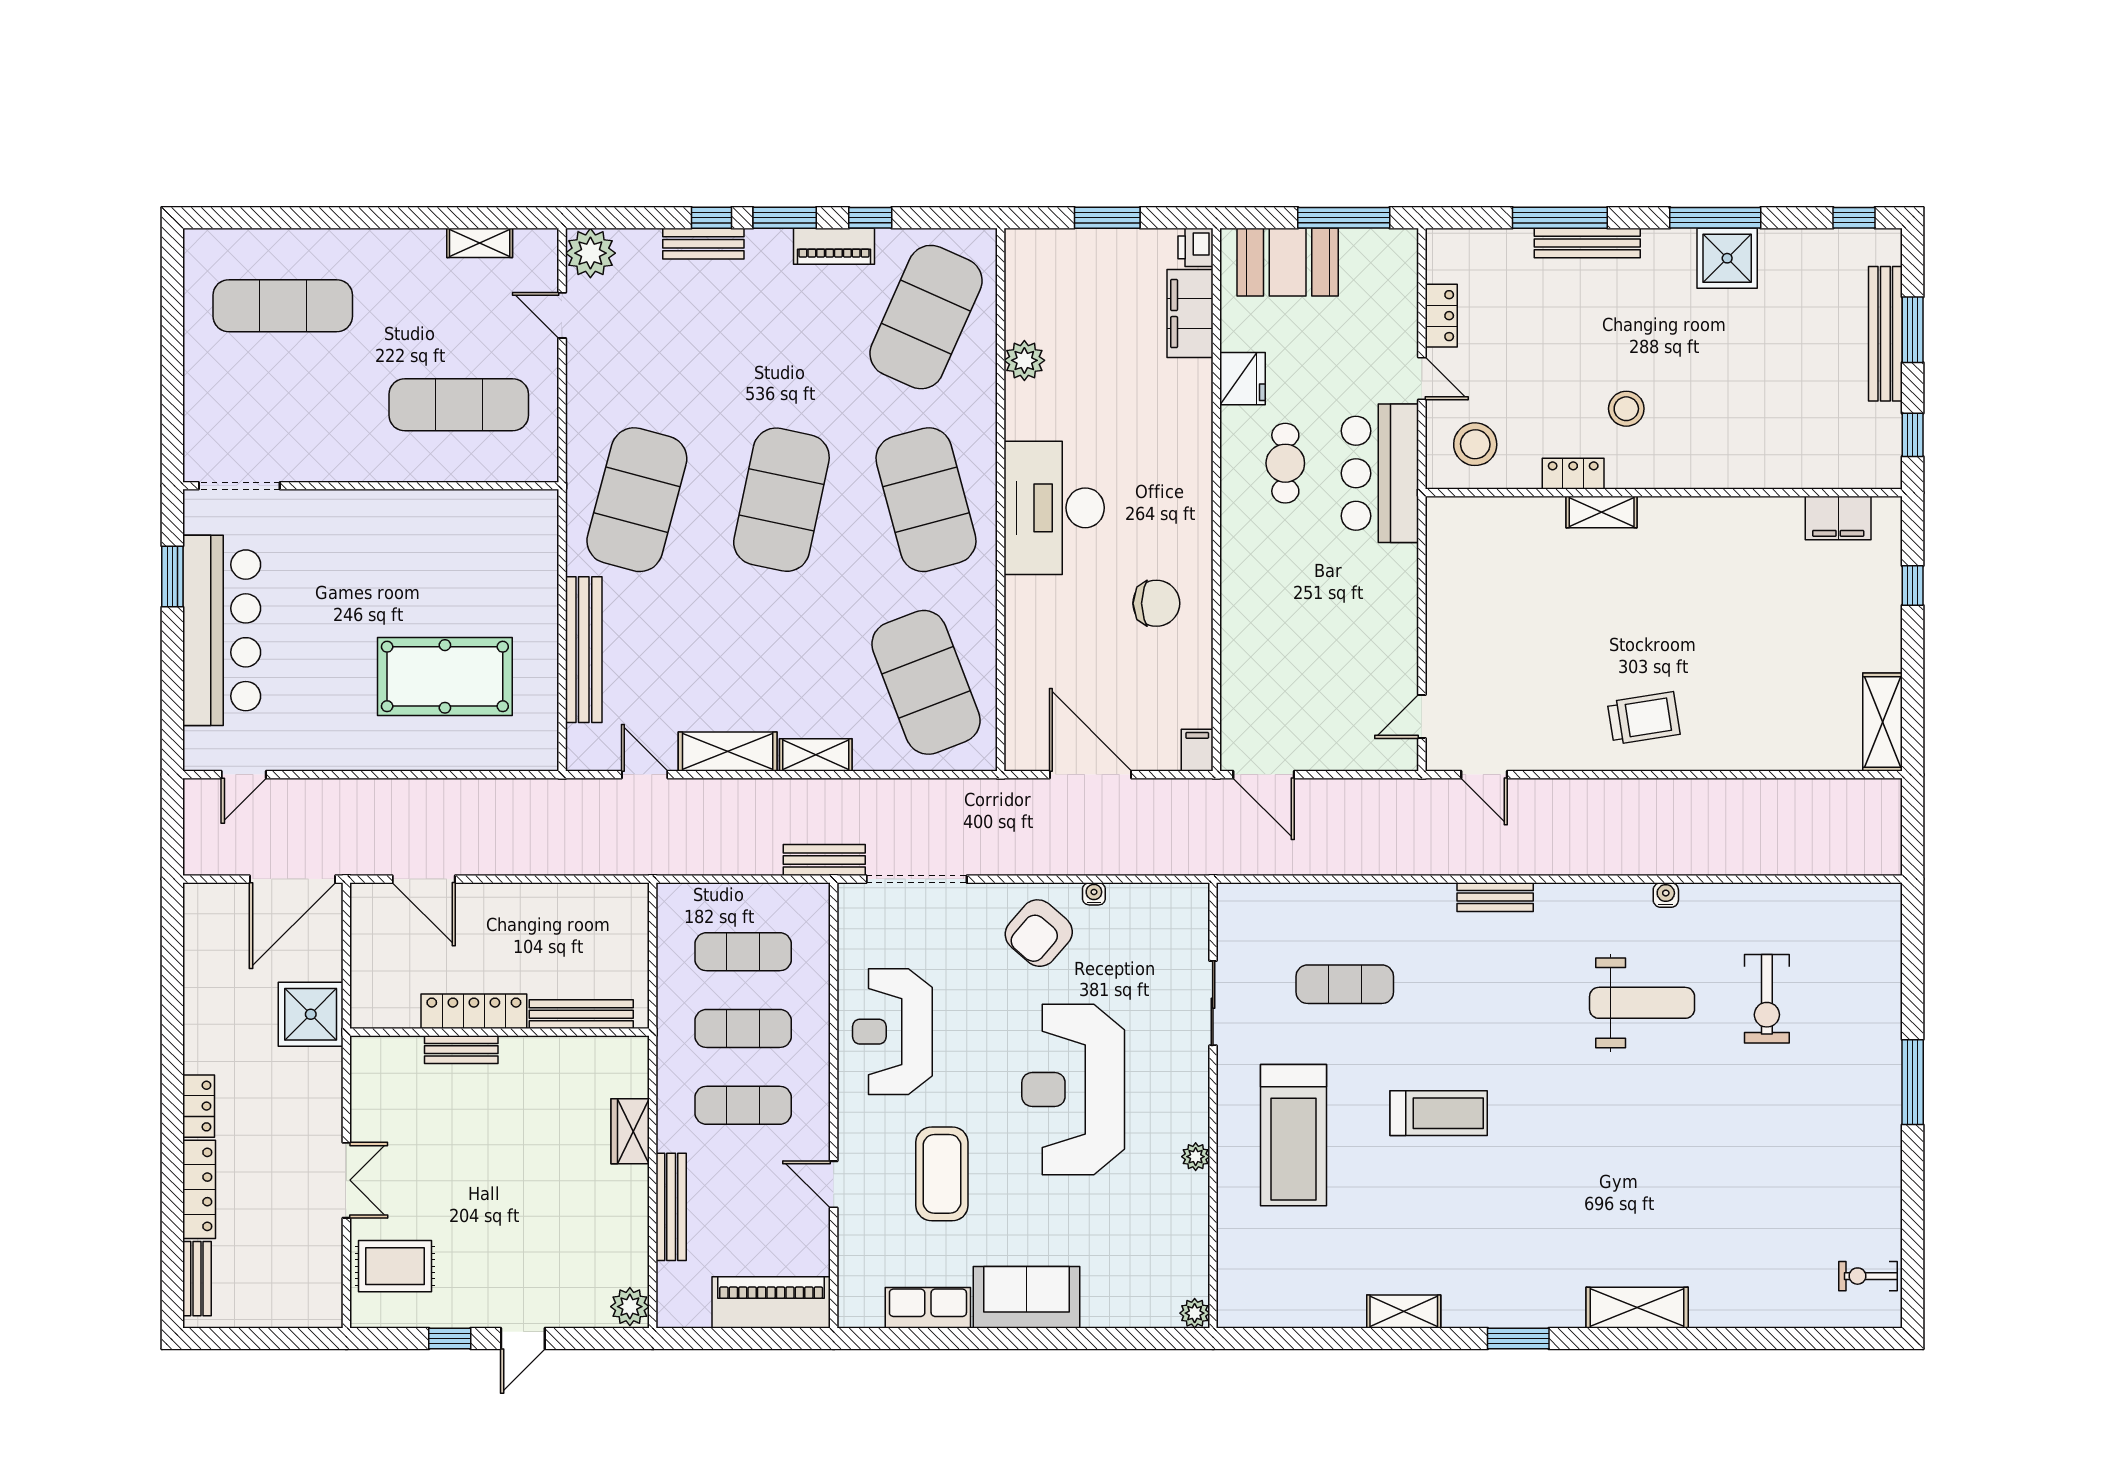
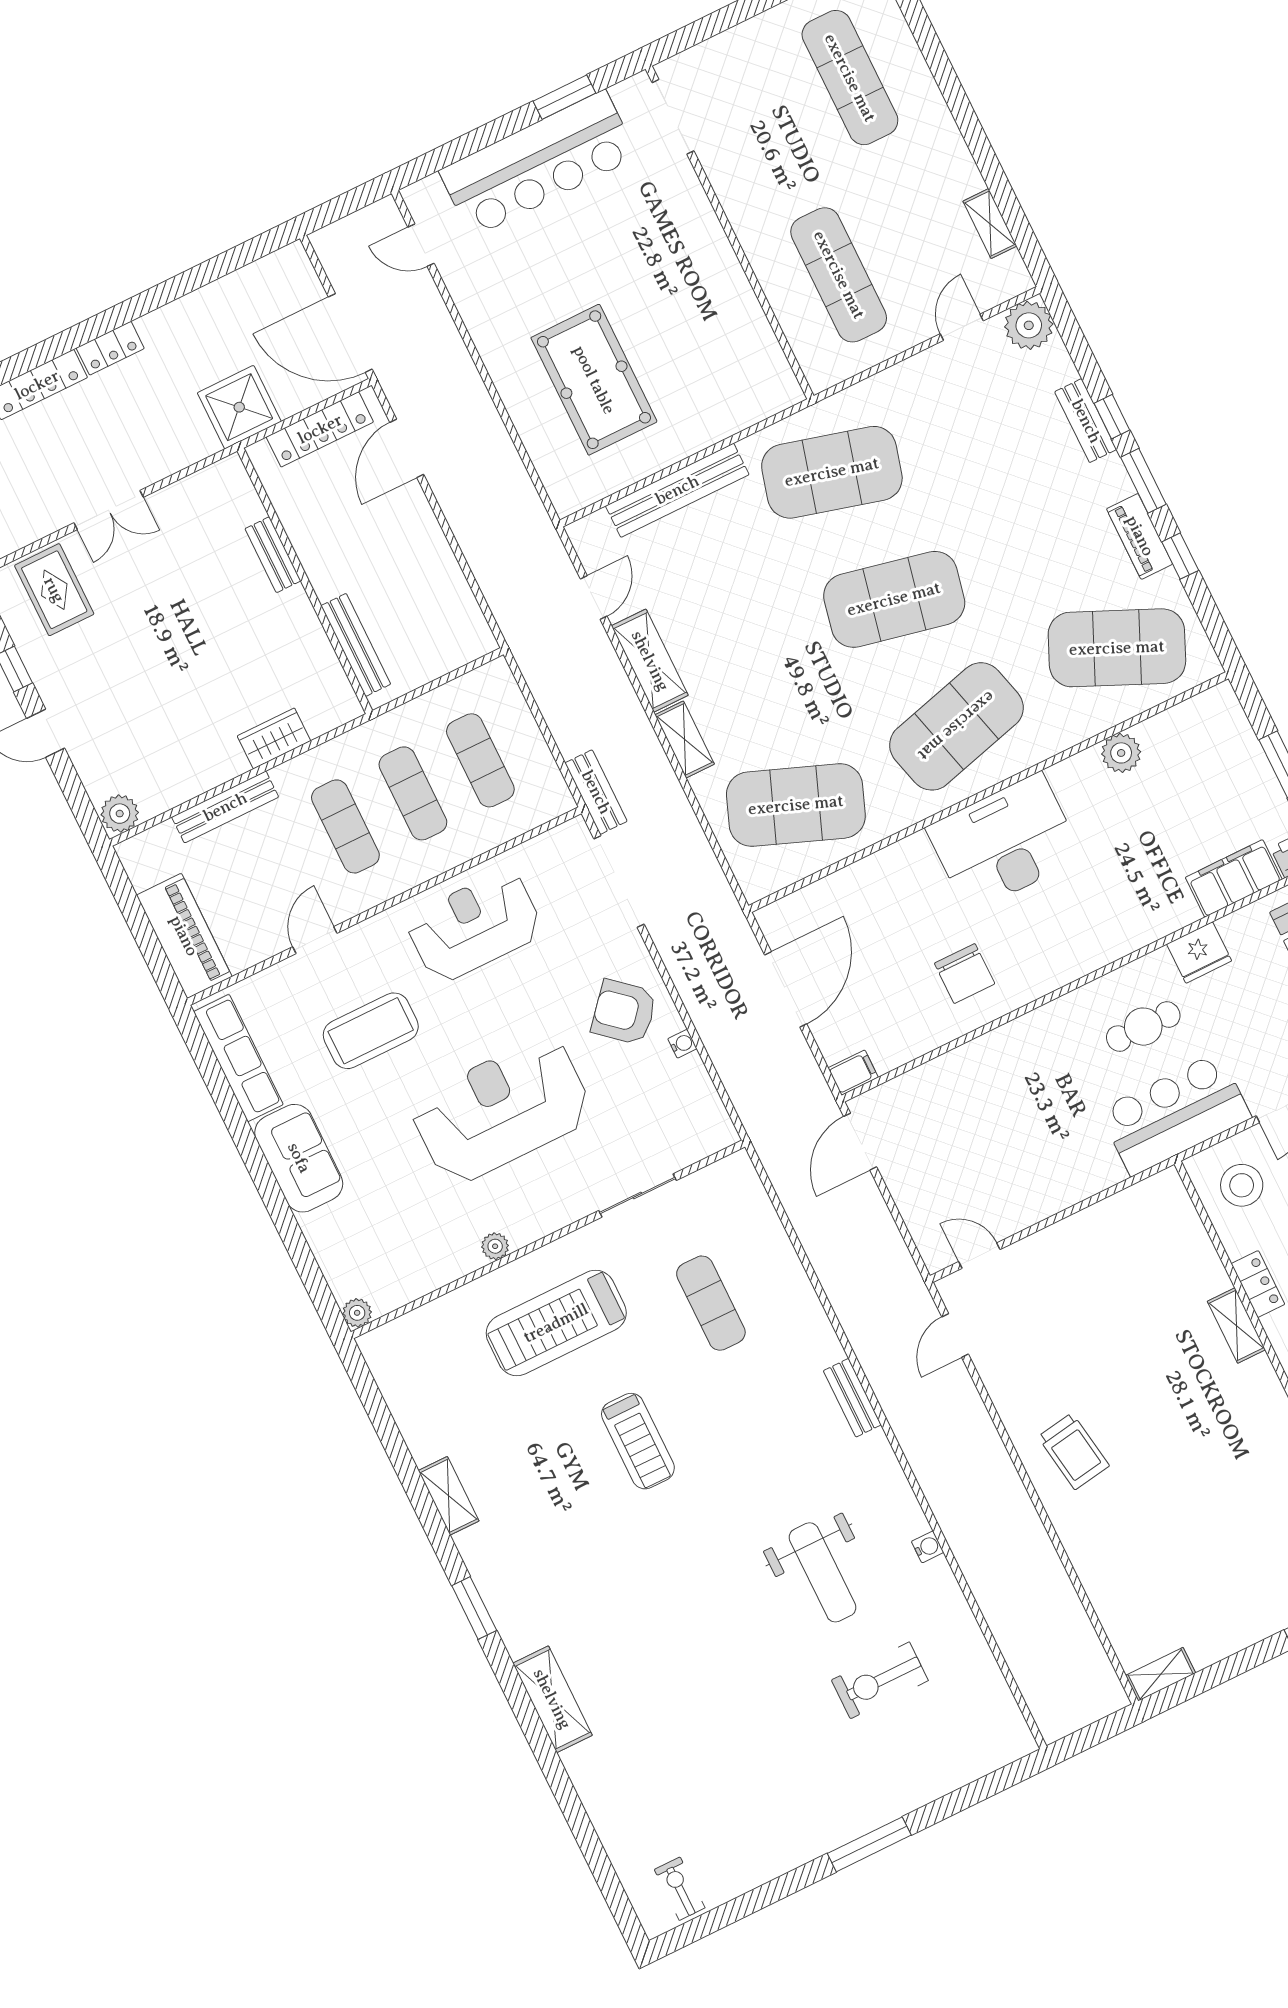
exercise mat: (926, 682) -> (796, 805), turned 42
shelving: (1882, 722) -> (1161, 1674), width x0.67, depth x0.75
locker: (474, 1011) -> (320, 429), moved, turned 90
row of seats: (928, 1308) -> (238, 1058), width x1.48

